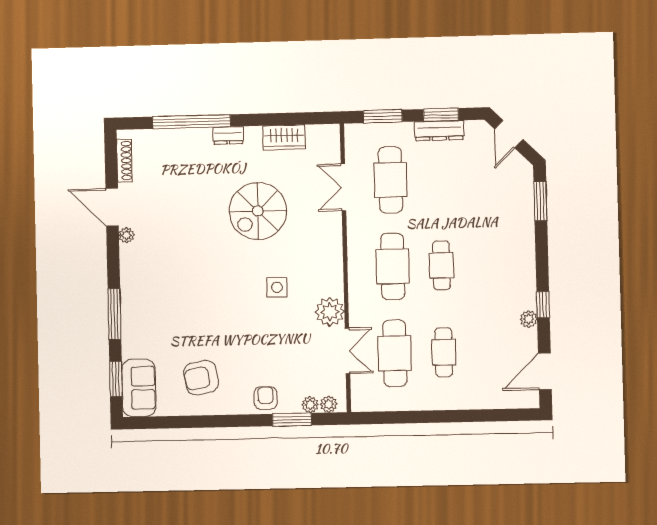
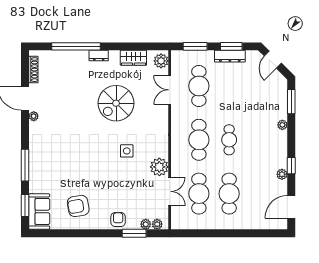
plant: (328, 141) -> (161, 61), added
plant: (527, 239) -> (282, 125), added
cafe table: (444, 352) -> (229, 194), width x1.37, depth x1.35

